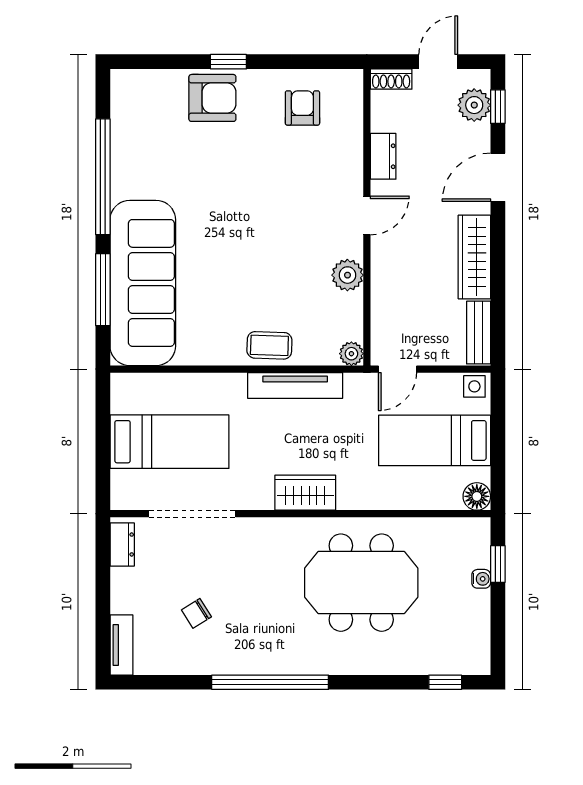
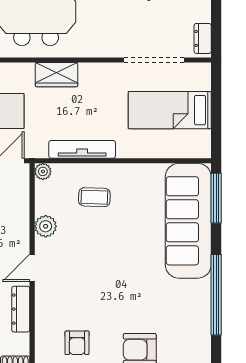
dresser: (383, 156) -> (21, 309), width x1.44
window: (103, 290) -> (216, 198), moved
coffee table: (269, 345) -> (94, 197), moved
wardrobe: (305, 493) -> (57, 75), moved

